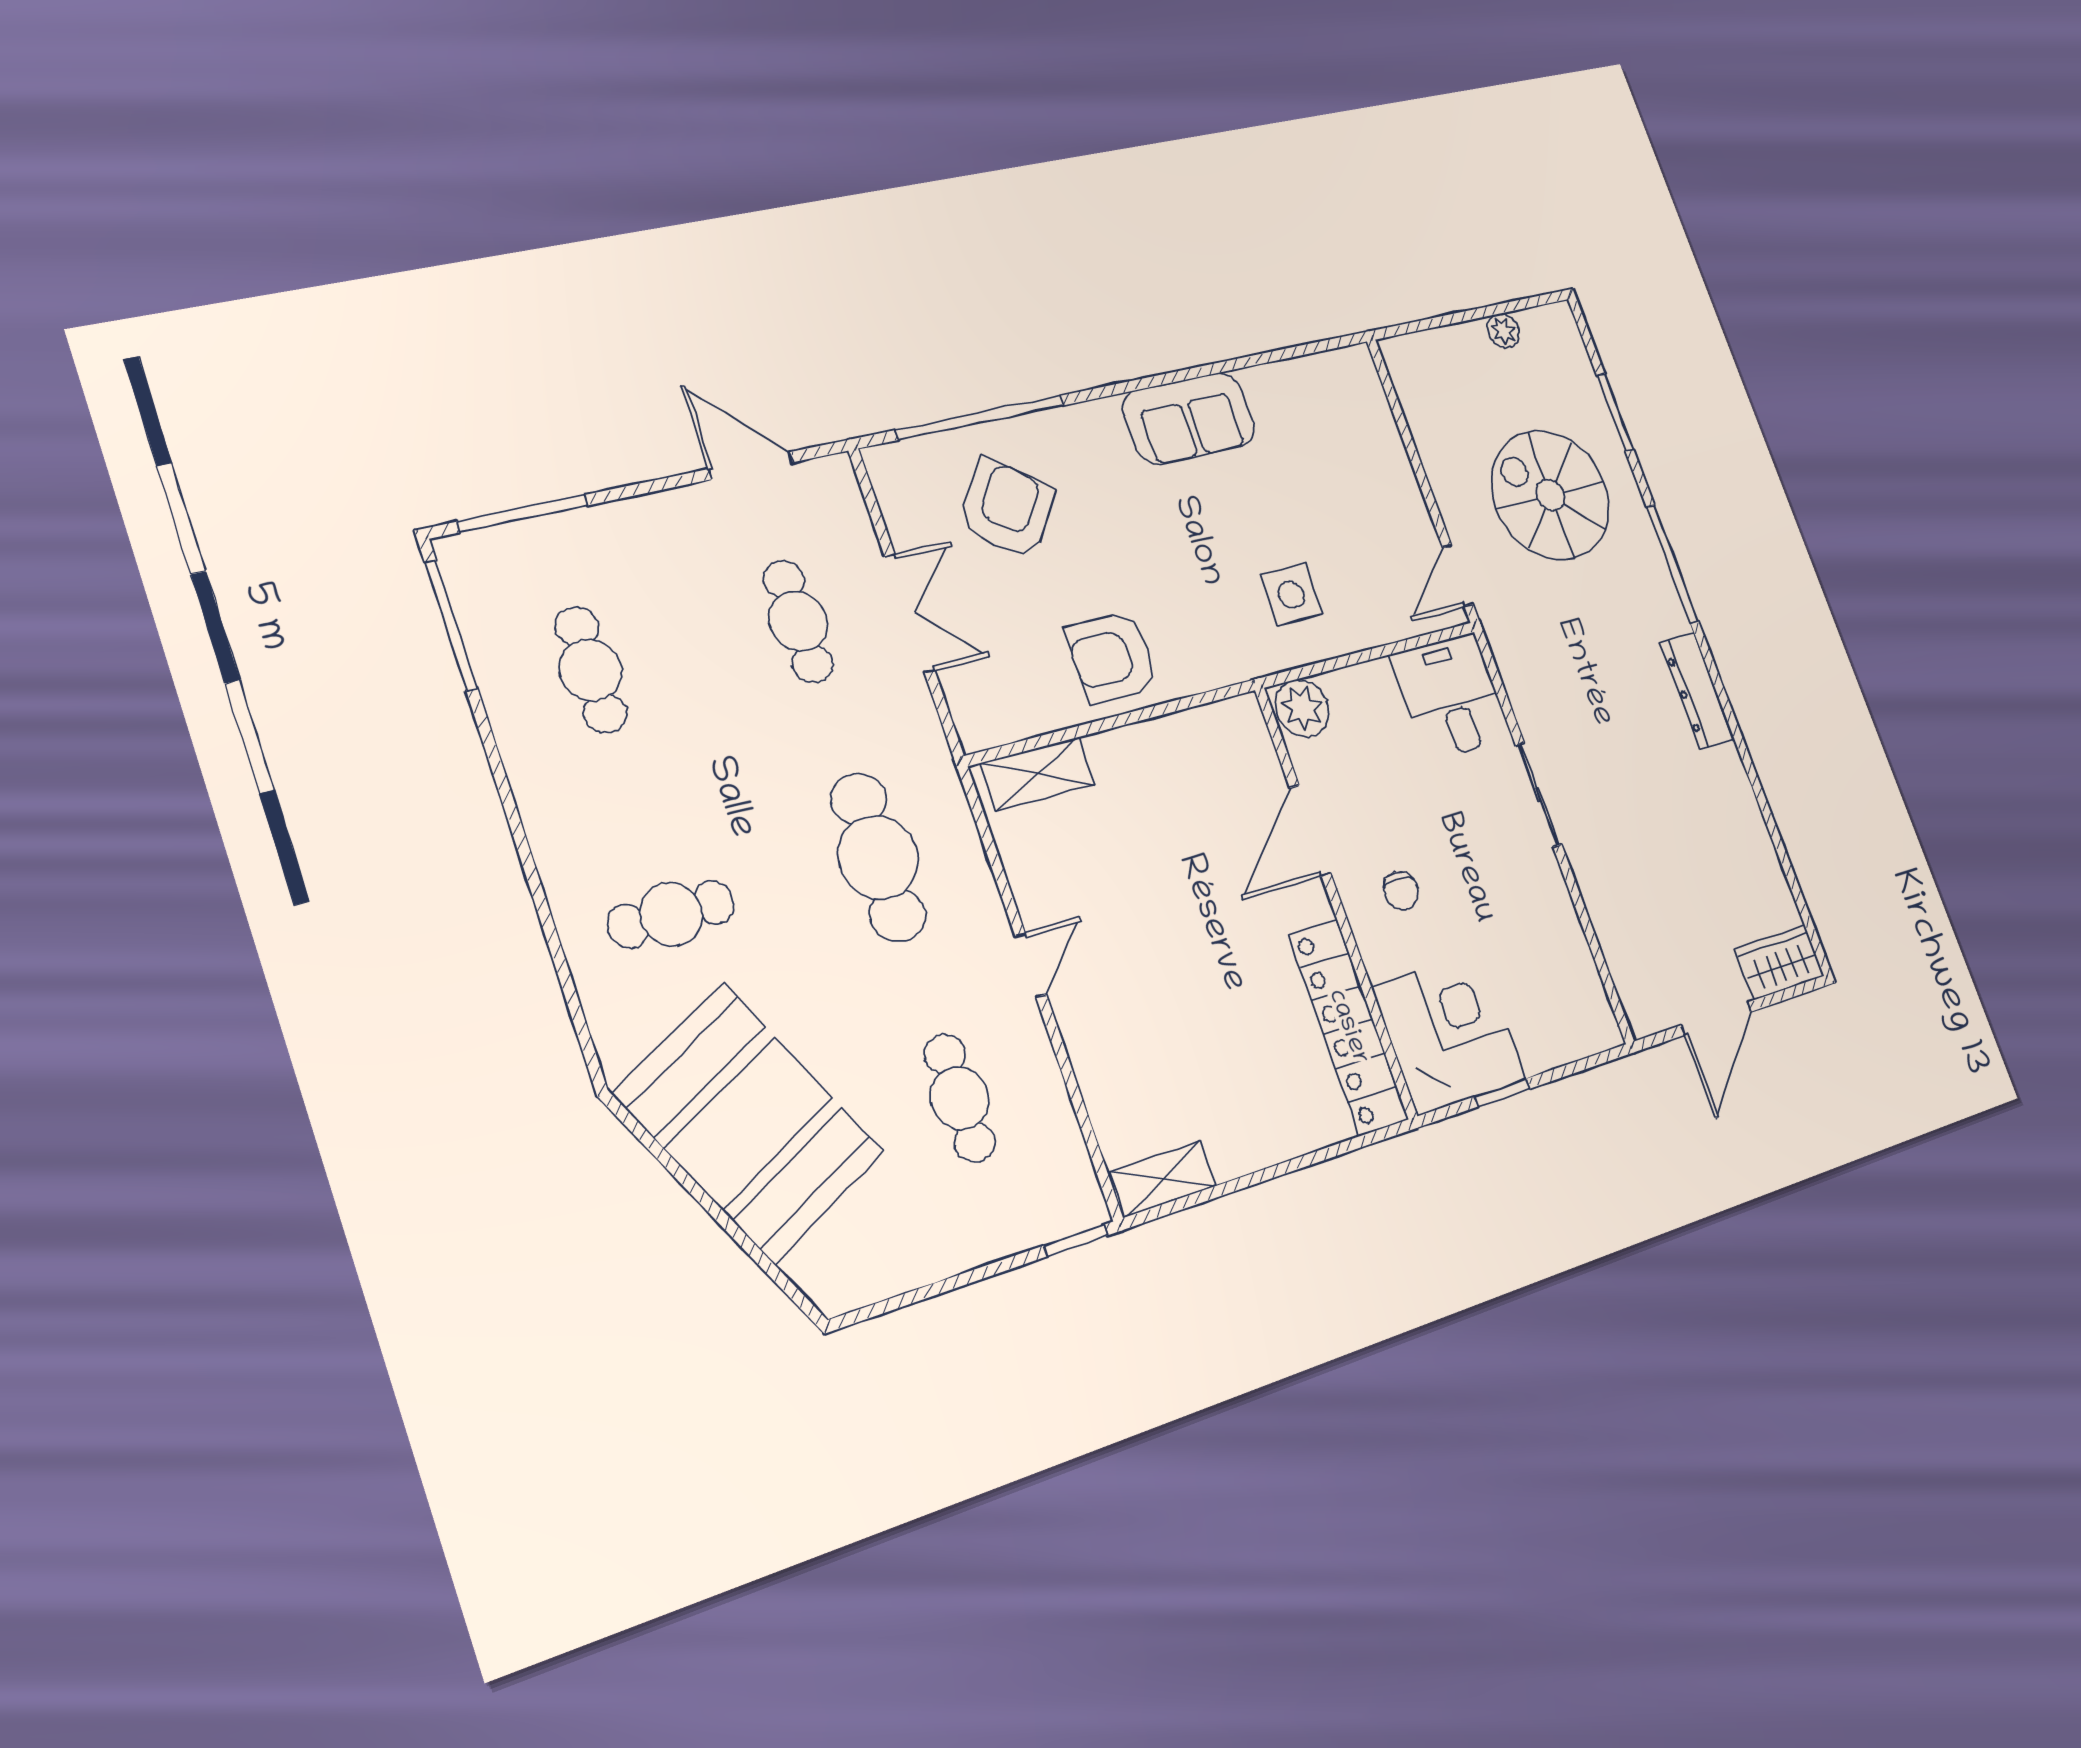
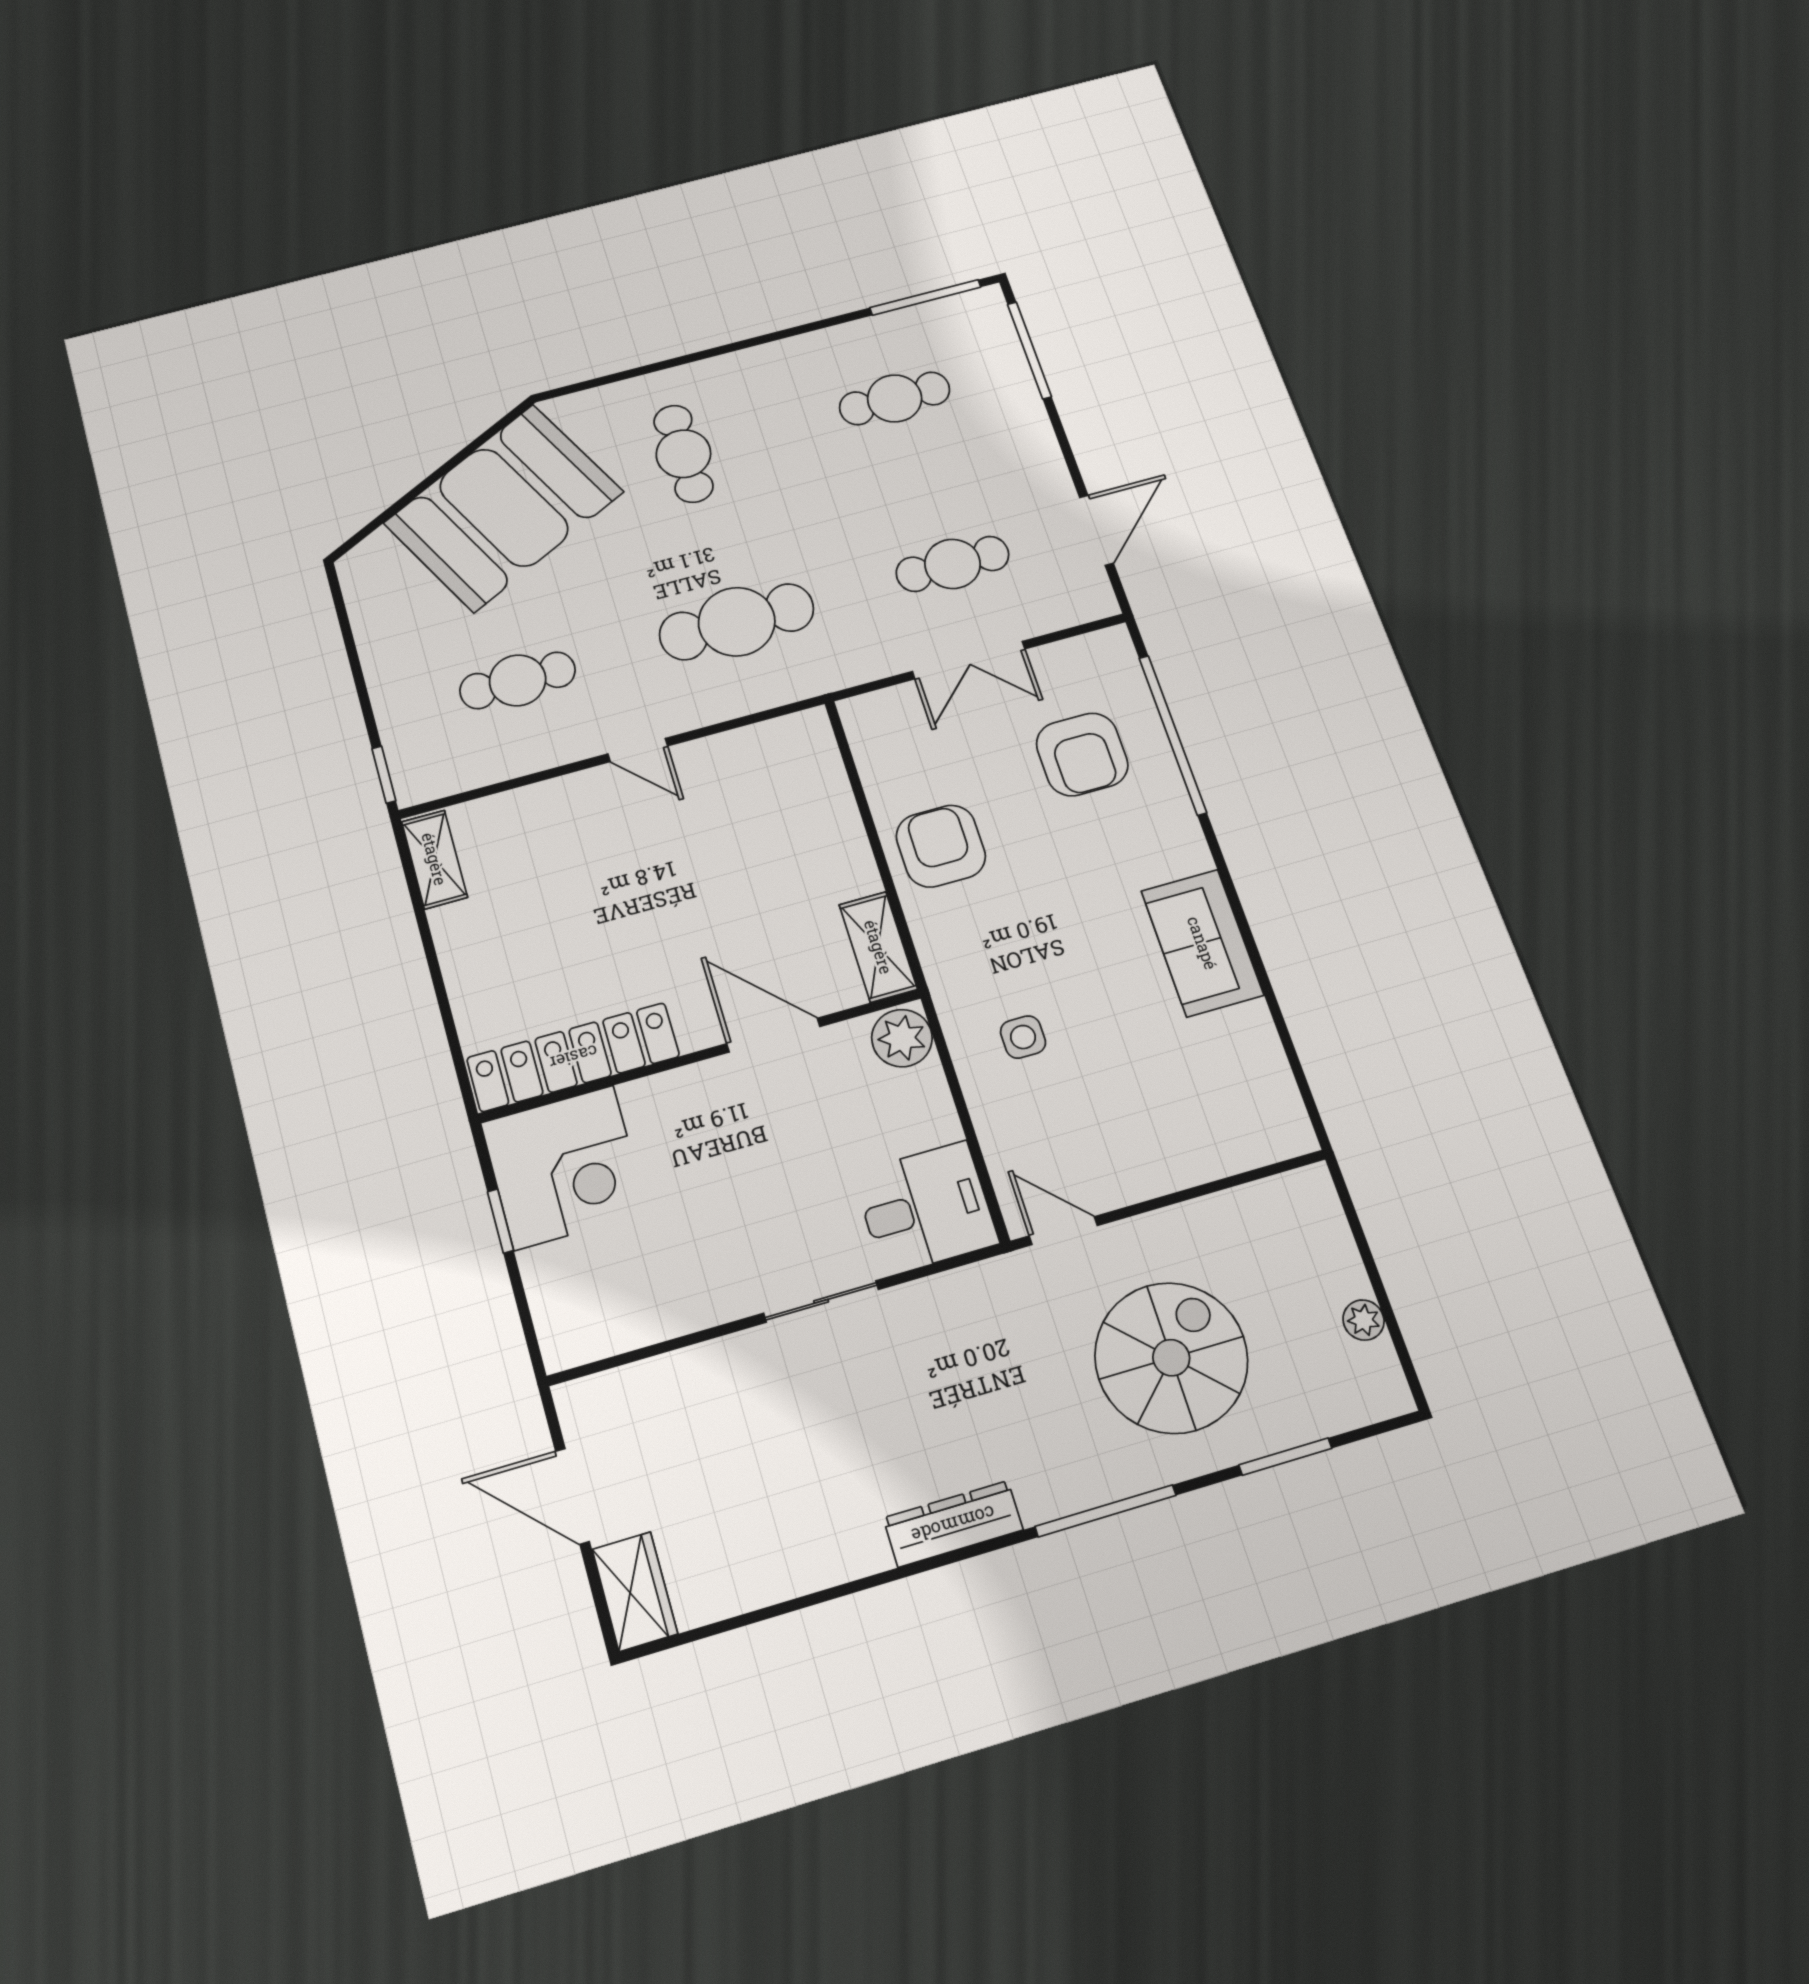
armchair: (1007, 509) -> (1082, 754), turned 52
side table: (1291, 595) -> (1023, 1037), width x0.73, depth x0.73
shelving: (1037, 774) -> (878, 947), moved
chair: (1401, 891) -> (713, 1129), removed

